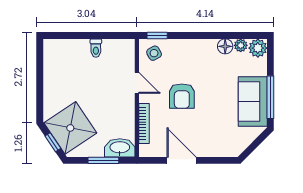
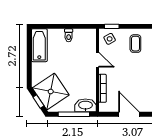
coffee table: (191, 60) -> (135, 44), added
bathtub: (54, 62) -> (39, 45), added
armchair: (182, 96) -> (129, 69), removed
window: (103, 160) -> (74, 114), width x1.44

